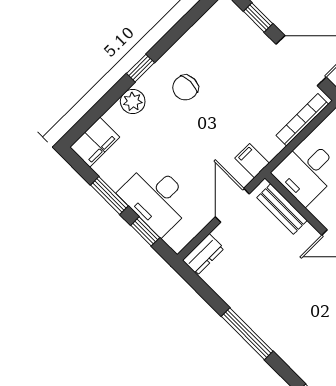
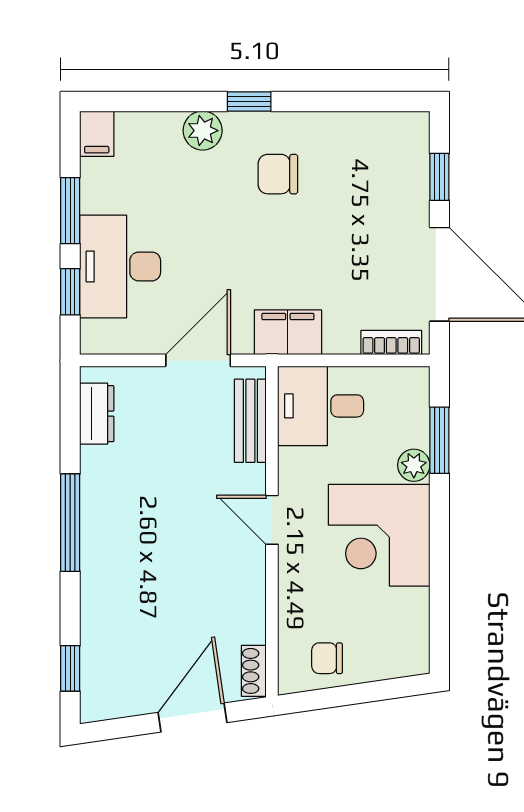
bookcase: (302, 120) -> (391, 343), width x0.64
filing cabinet: (95, 142) -> (97, 134), width x0.50
filing cabinet: (252, 161) -> (288, 332), width x2.00
dresser: (203, 254) -> (97, 414), moved, turned -90

